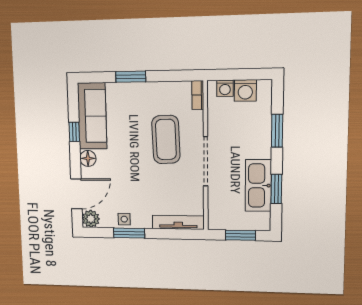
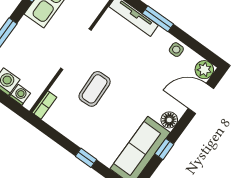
window: (131, 77) -> (86, 158), width x0.67
coffee table: (166, 139) -> (95, 89), width x0.73, depth x0.76
window: (129, 233) -> (158, 19), moved

